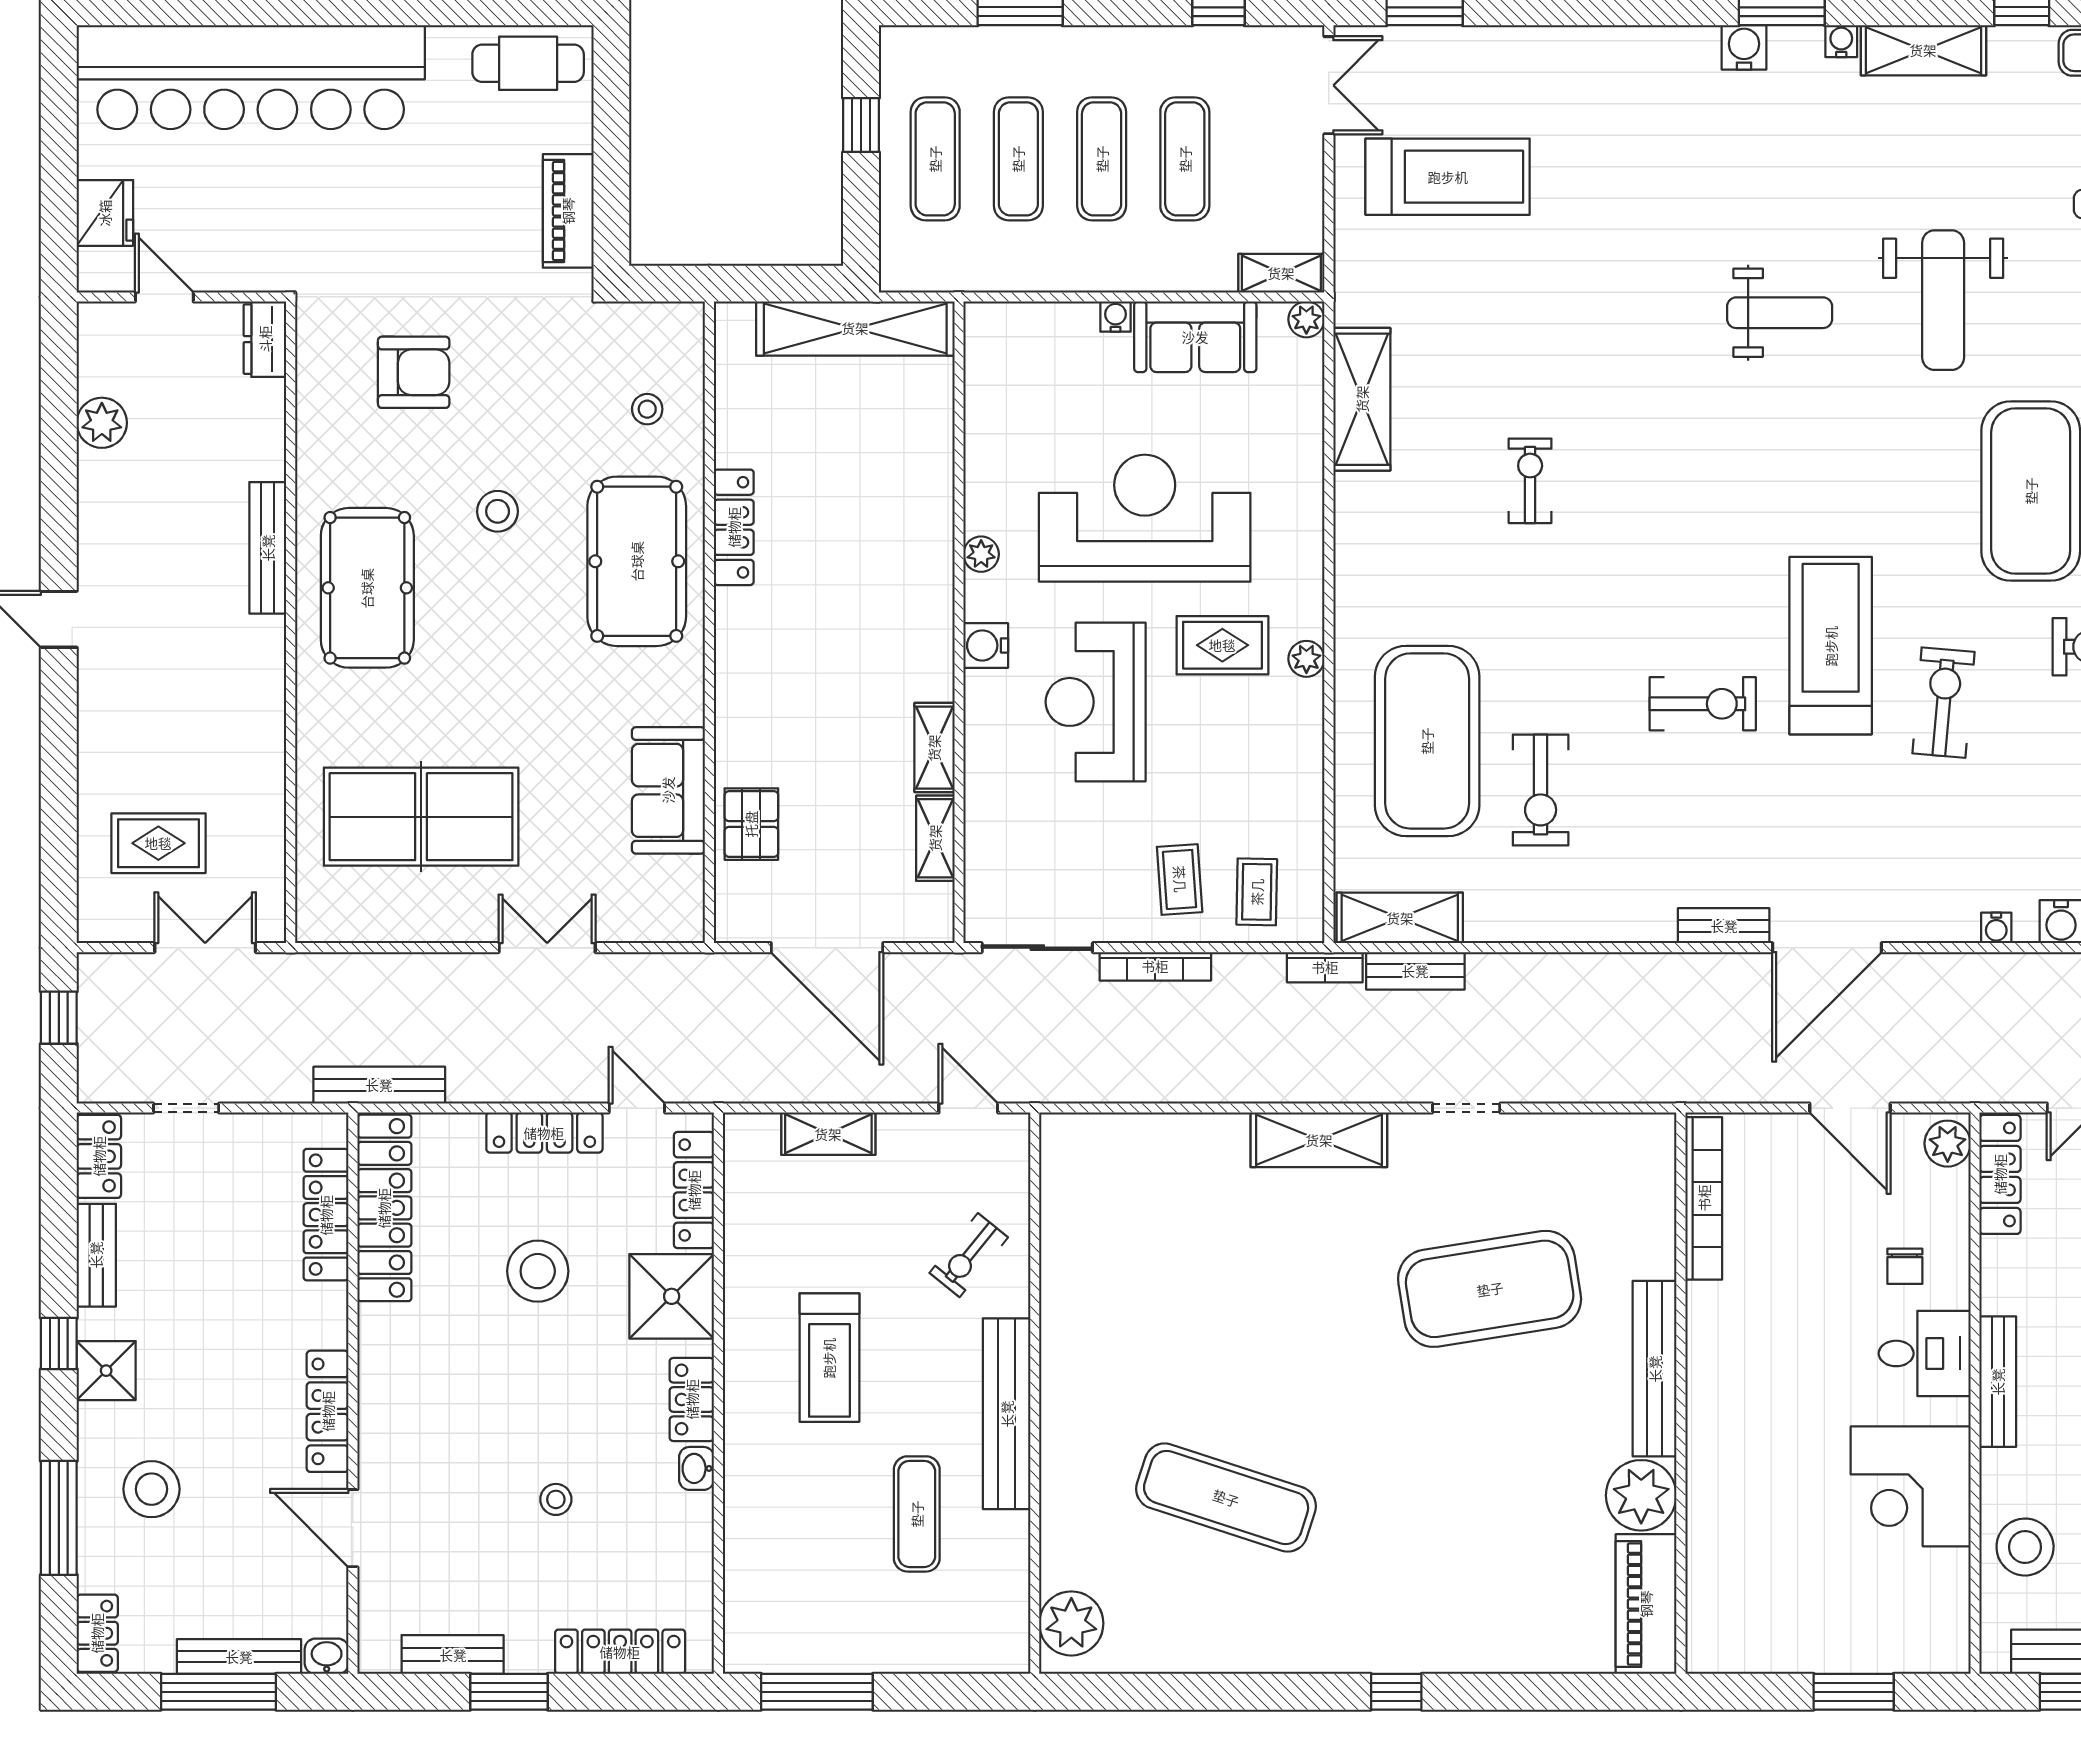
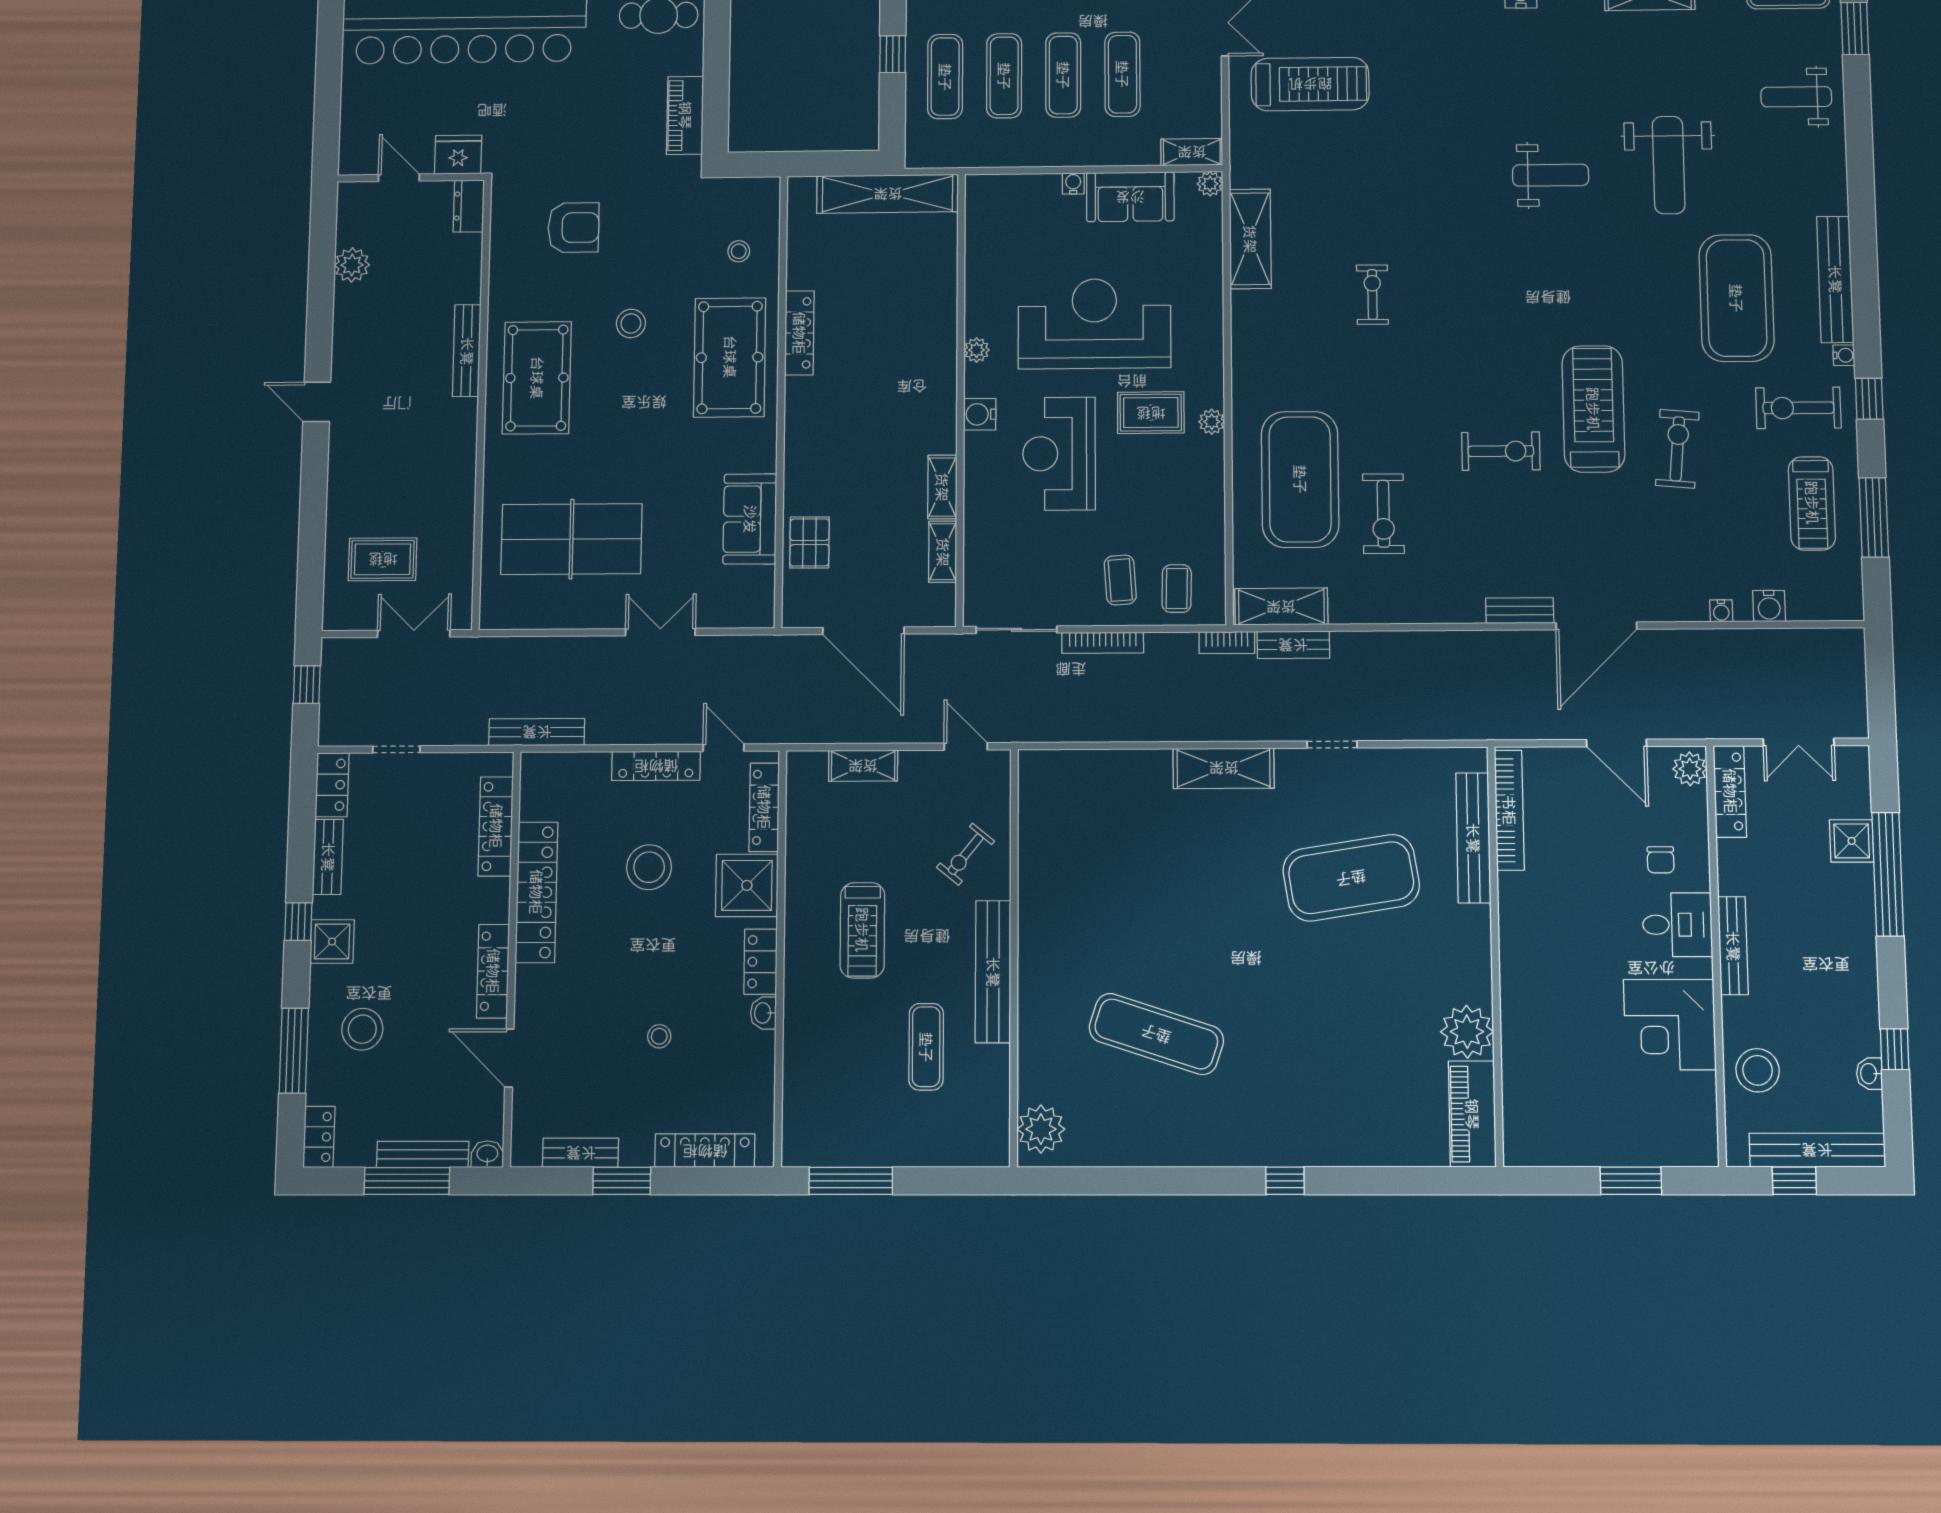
fridge: (105, 213) -> (458, 155), moved, turned -90
locker: (384, 1208) -> (536, 892), moved
bench: (1655, 1369) -> (1473, 838), moved

